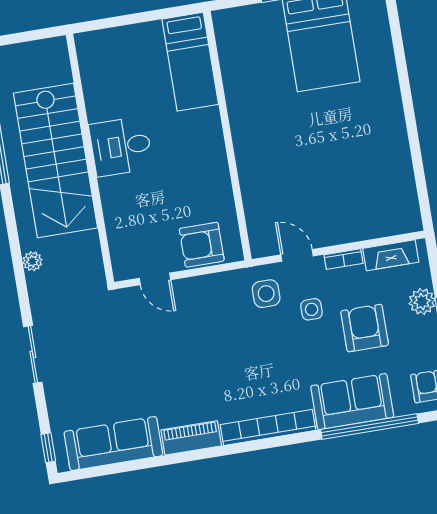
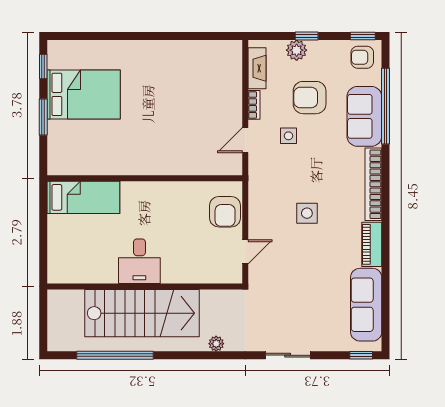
side table: (266, 294) -> (307, 213), moved

